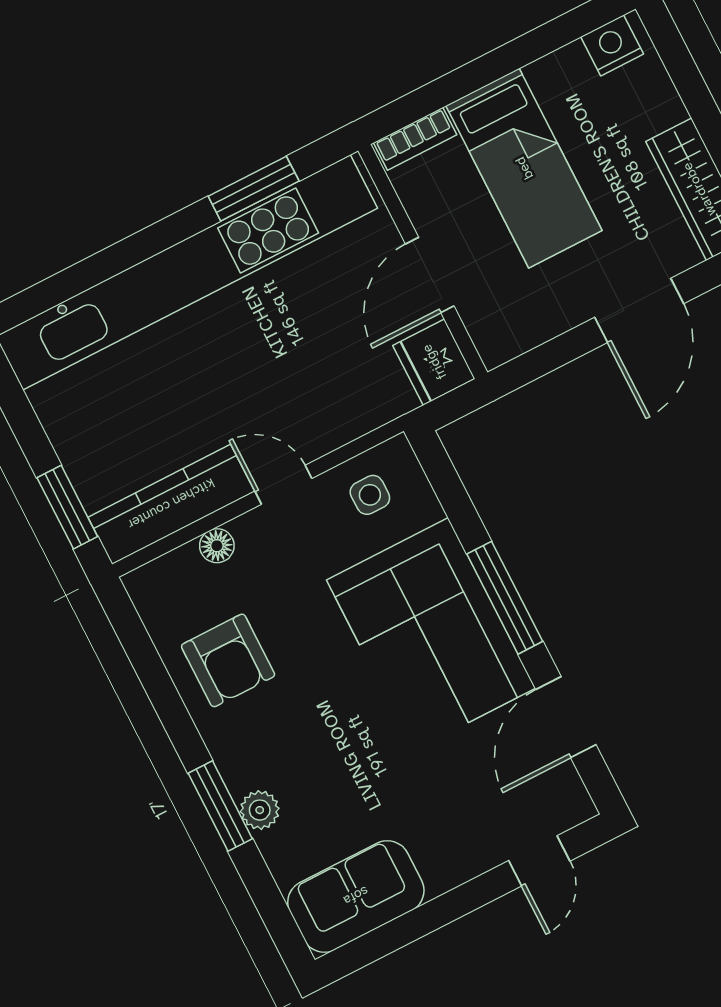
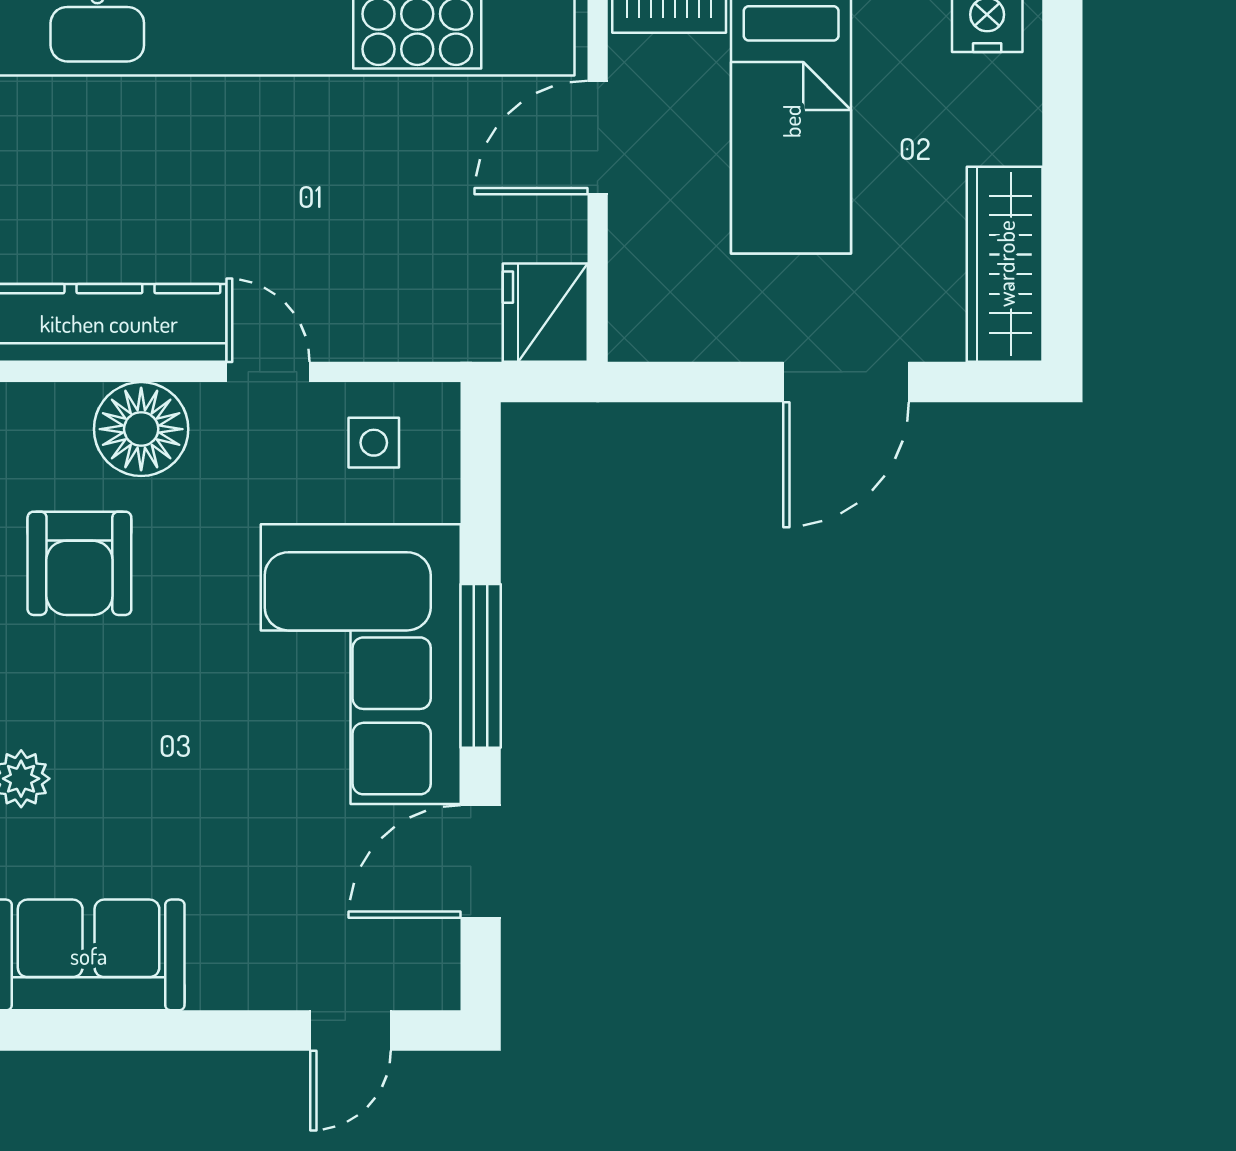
door: (430, 275) -> (598, 138), moved
floor lamp: (217, 546) -> (141, 429), width x1.89, depth x1.89

